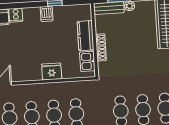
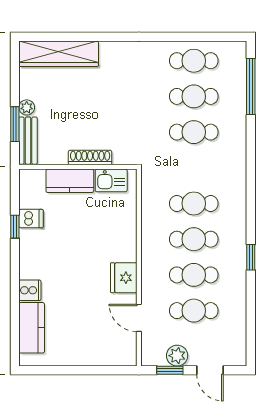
dishwasher: (47, 14) -> (31, 219), moved
fridge: (52, 72) -> (124, 278), moved

